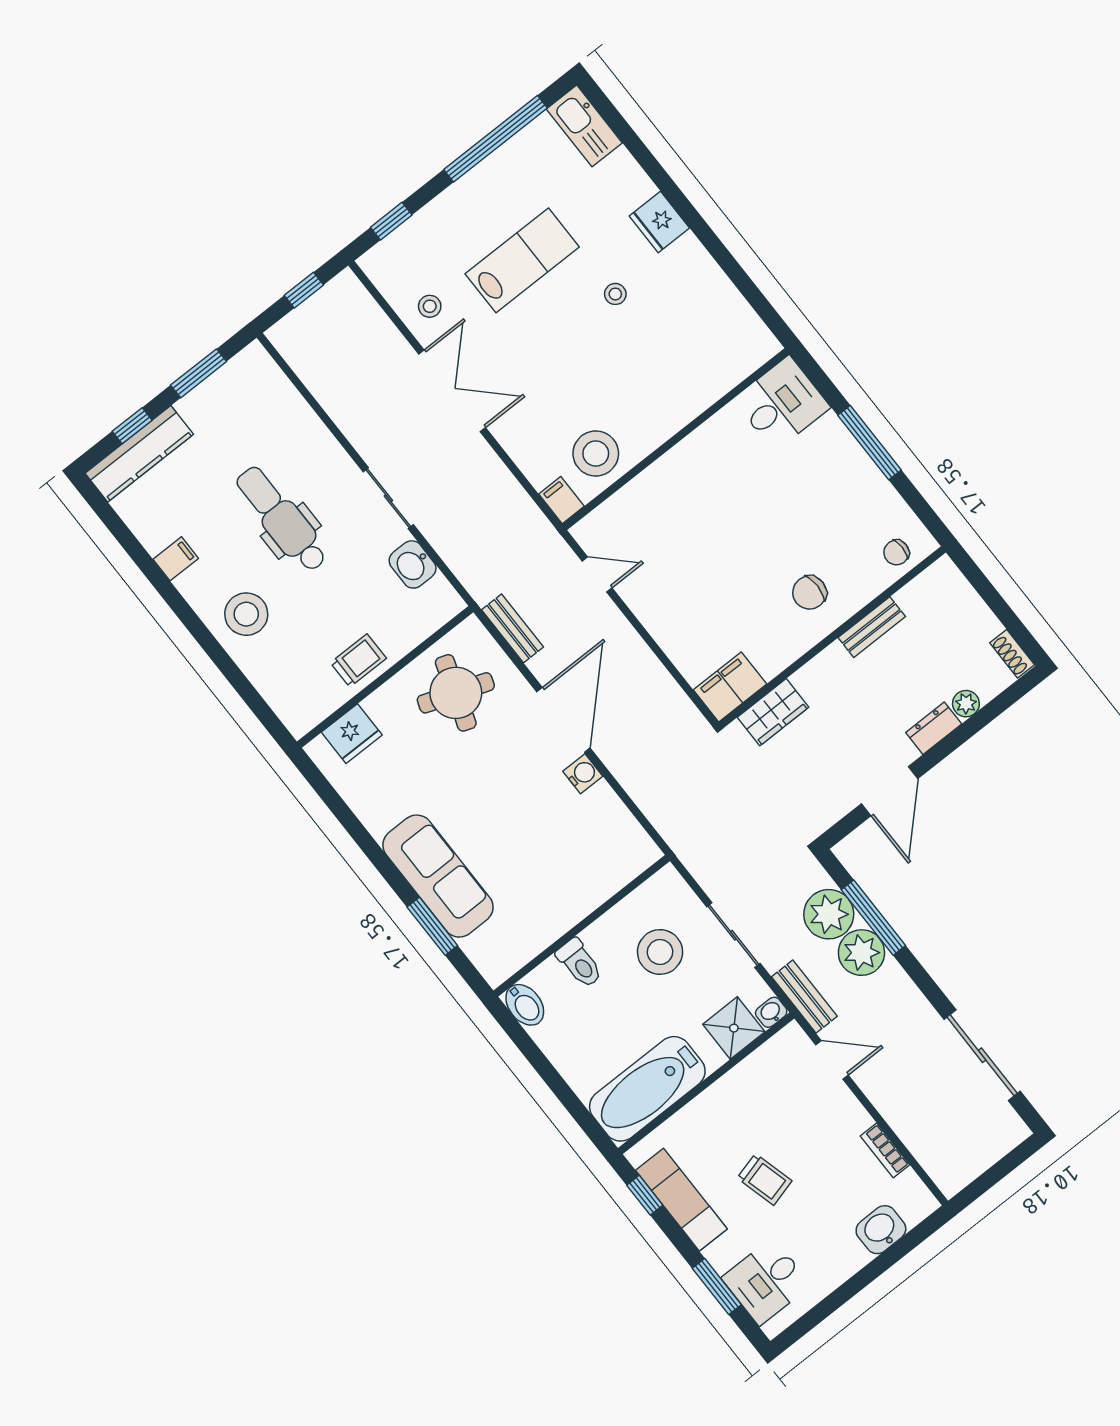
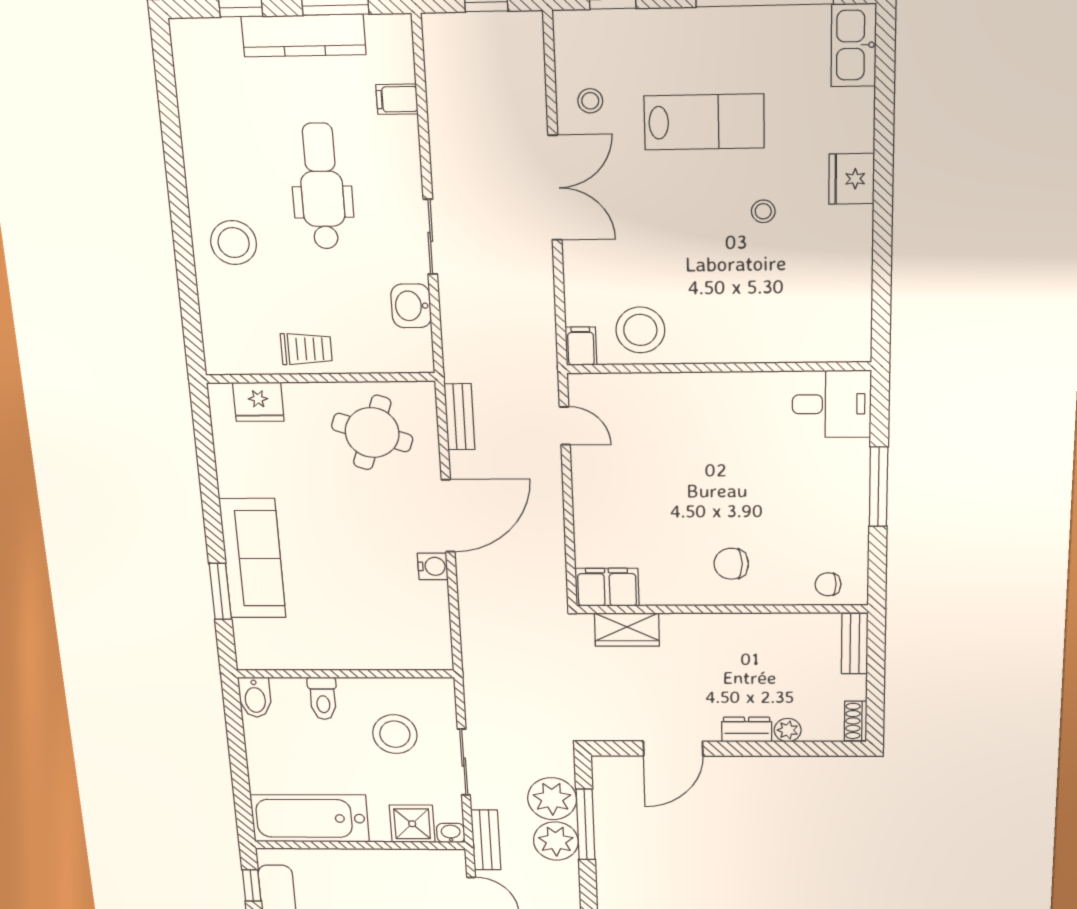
kitchen counter: (139, 454) -> (304, 36), moved
filing cabinet: (176, 559) -> (397, 99), moved, turned 180
bench: (872, 627) -> (855, 644), moved, turned 90

